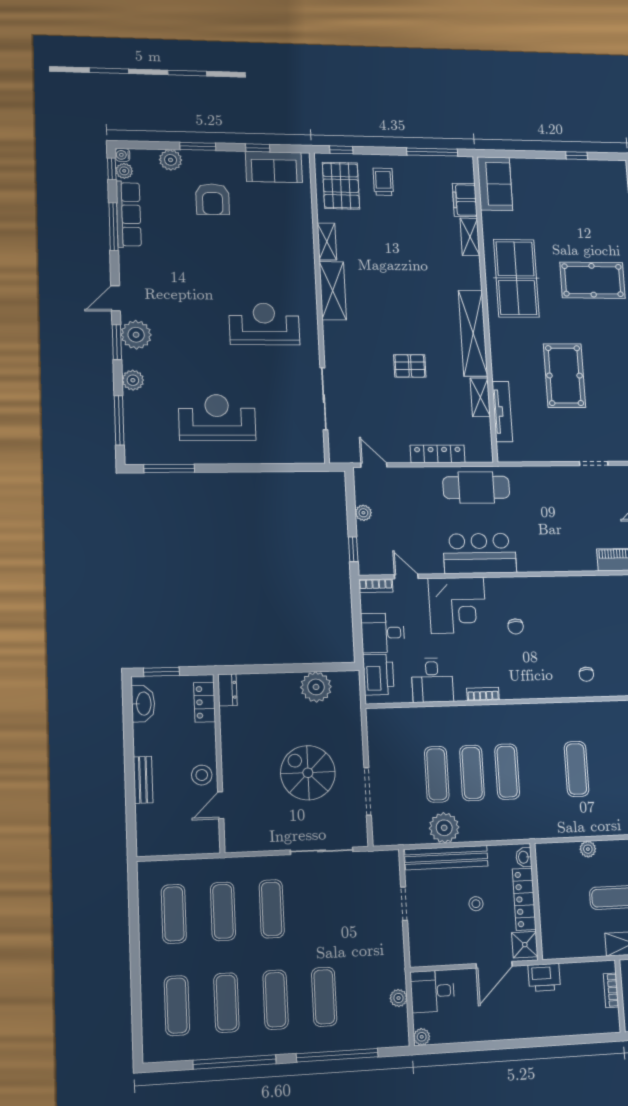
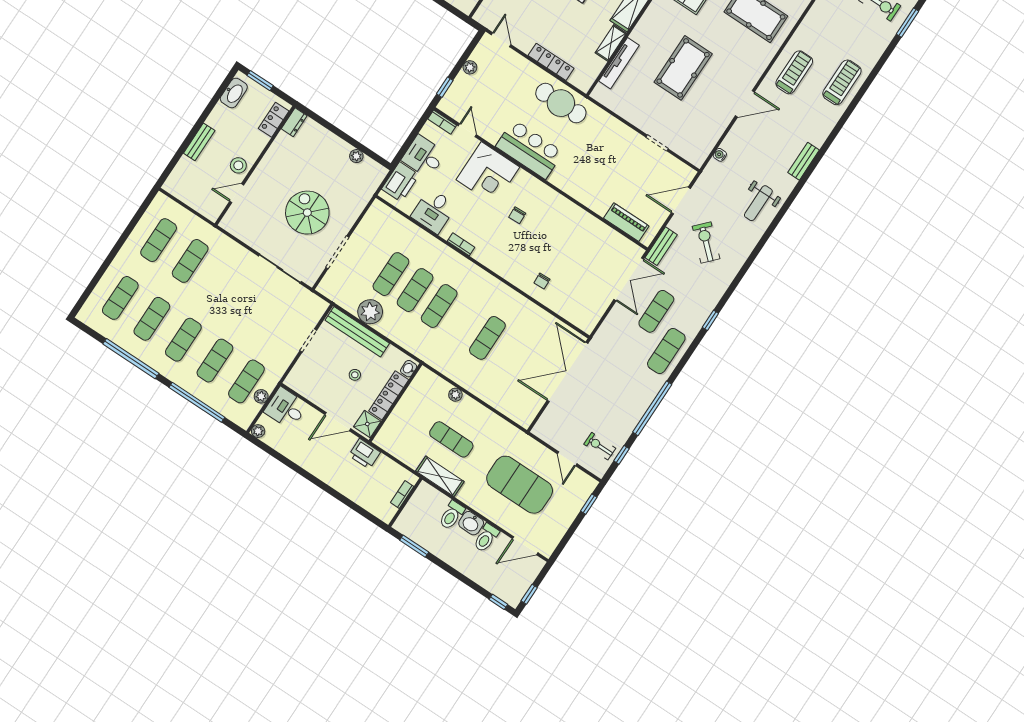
plant: (316, 687) -> (356, 156), width x0.53, depth x0.53
exercise mat: (272, 909) -> (246, 381), moved

